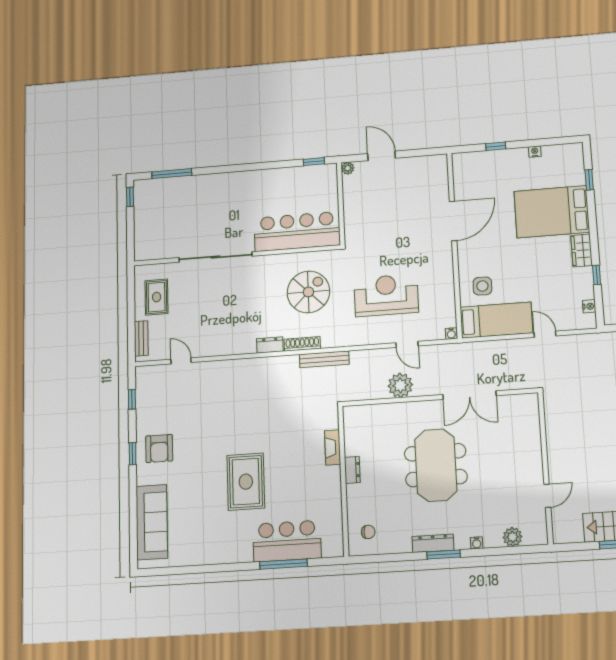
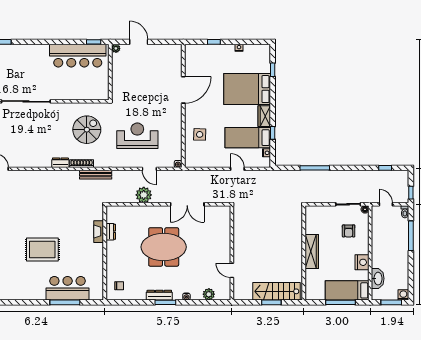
bar counter: (297, 231) -> (78, 56), moved, turned 180
bed: (496, 320) -> (248, 138), moved, turned 180
meeting table: (436, 465) -> (164, 247), turned 90
dresser: (352, 470) -> (111, 232), moved
rug: (246, 482) -> (42, 250), turned 90
door: (547, 496) -> (232, 270), swing flipped

